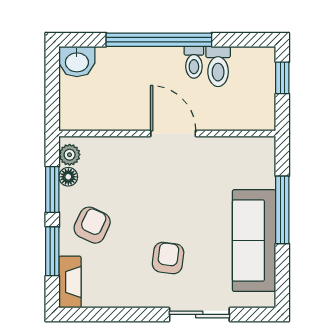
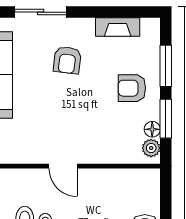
door: (173, 133) -> (63, 166), width x0.73
armchair: (92, 225) -> (132, 88), turned 65
fireplace: (70, 282) -> (118, 27), moved, turned -90

